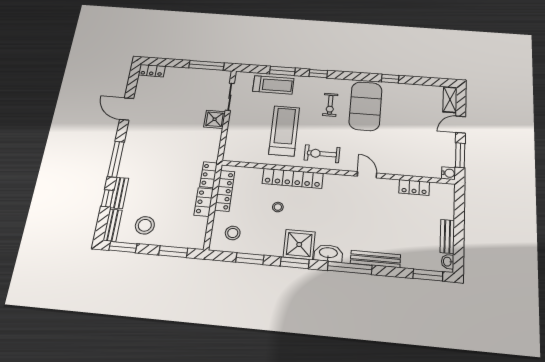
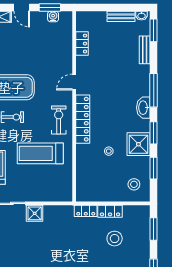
exercise bike: (322, 154) -> (59, 120), turned 180
water cooler: (448, 173) -> (53, 16), moved
locker: (293, 178) -> (83, 119), moved
locker: (225, 191) -> (99, 196), removed
stool: (145, 225) -> (115, 239), moved
shower: (299, 244) -> (138, 144), moved
bench: (375, 259) -> (145, 50), moved, width x0.73

